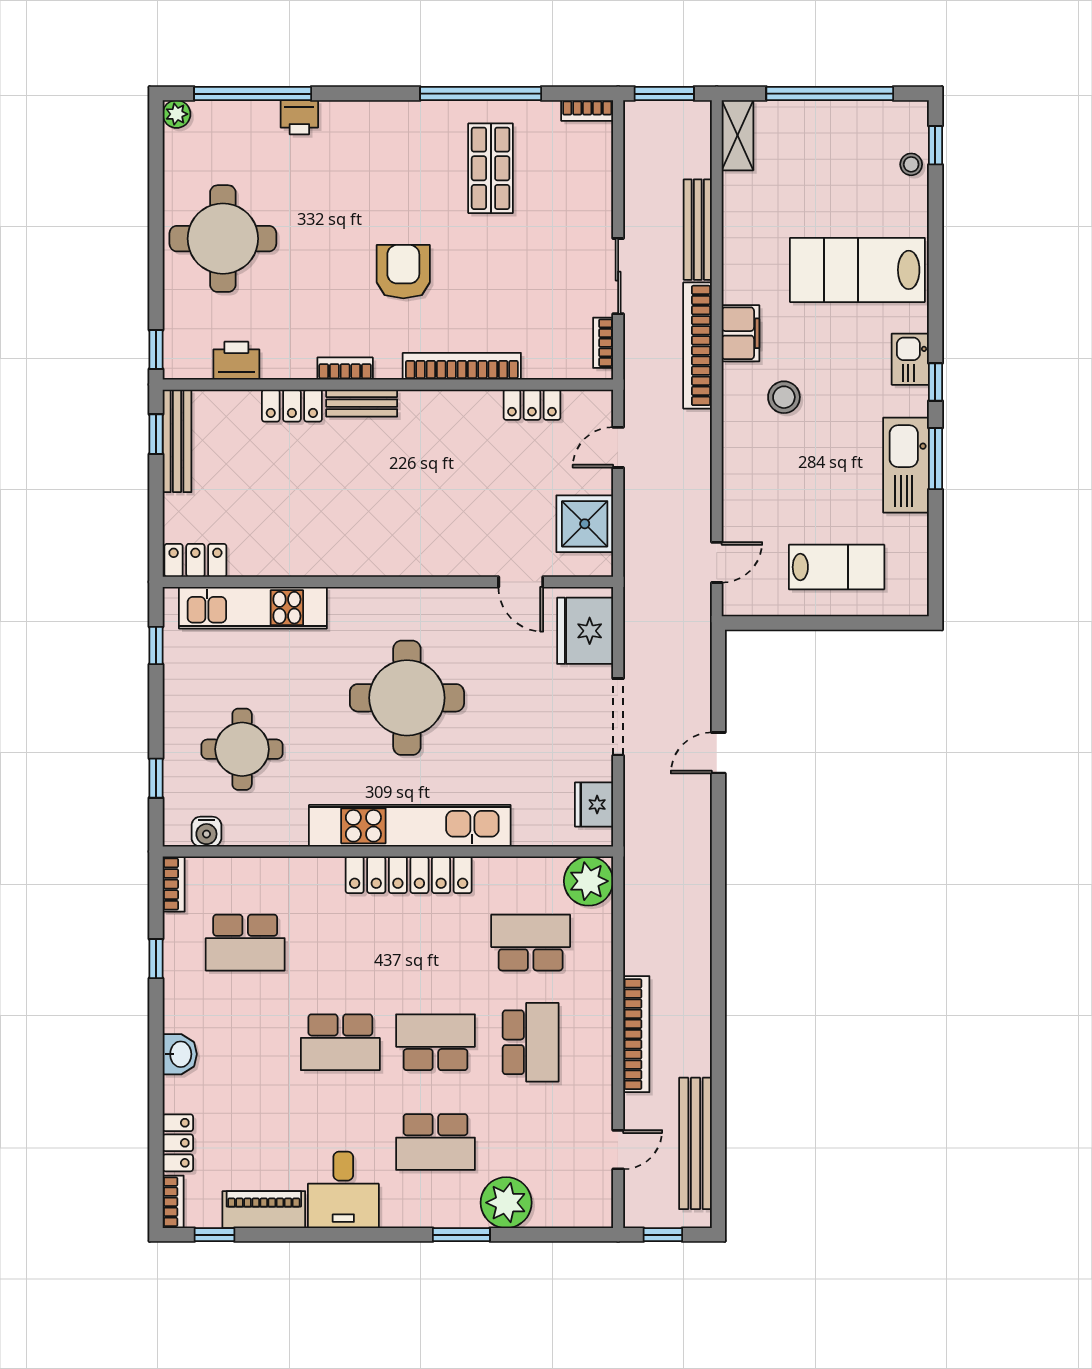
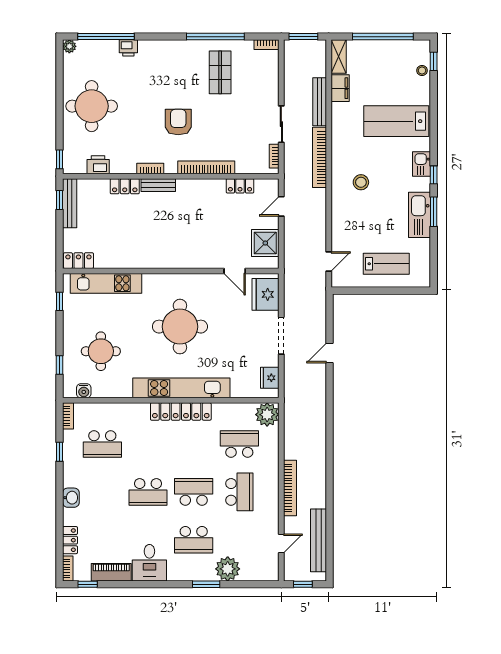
filing cabinet: (740, 333) -> (340, 88), moved

